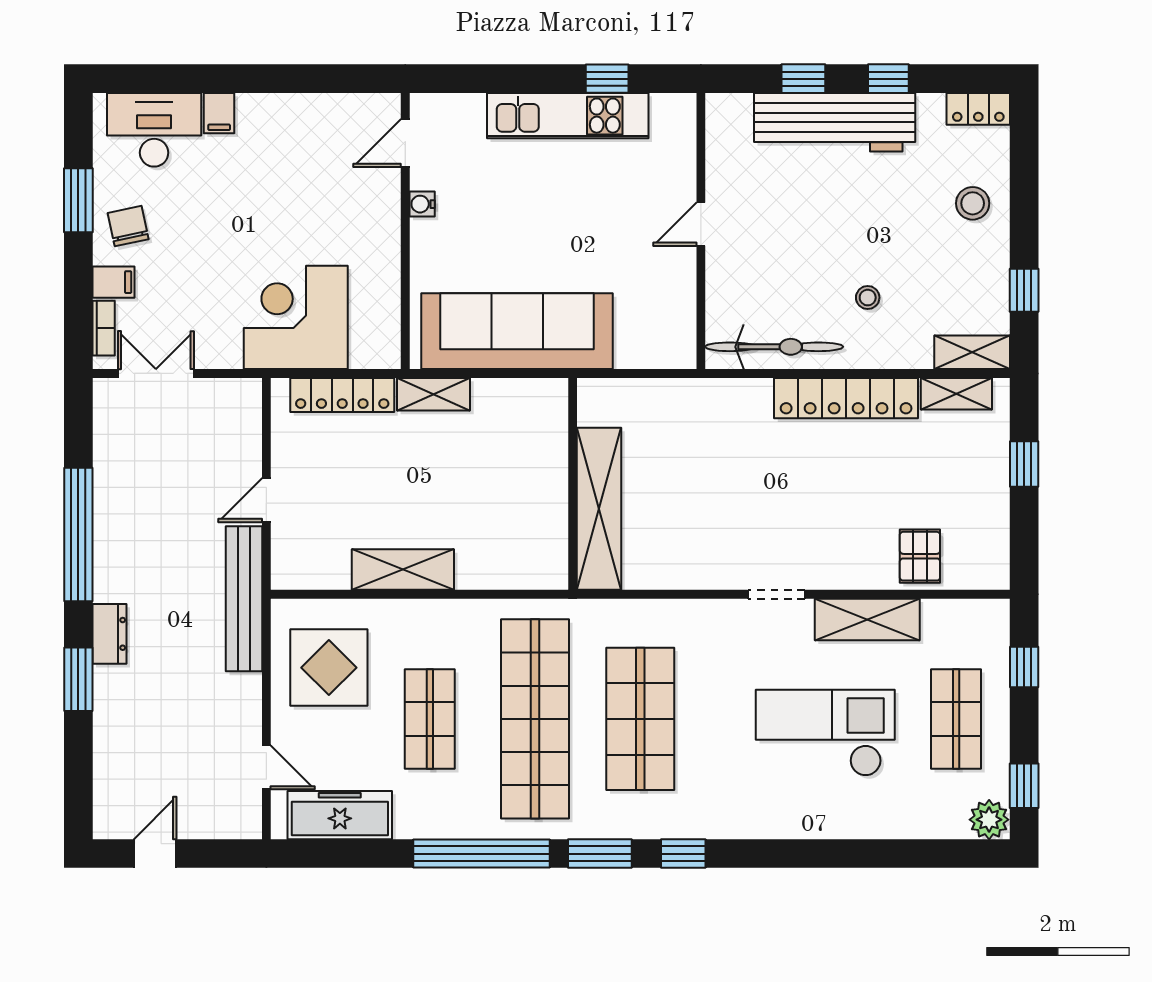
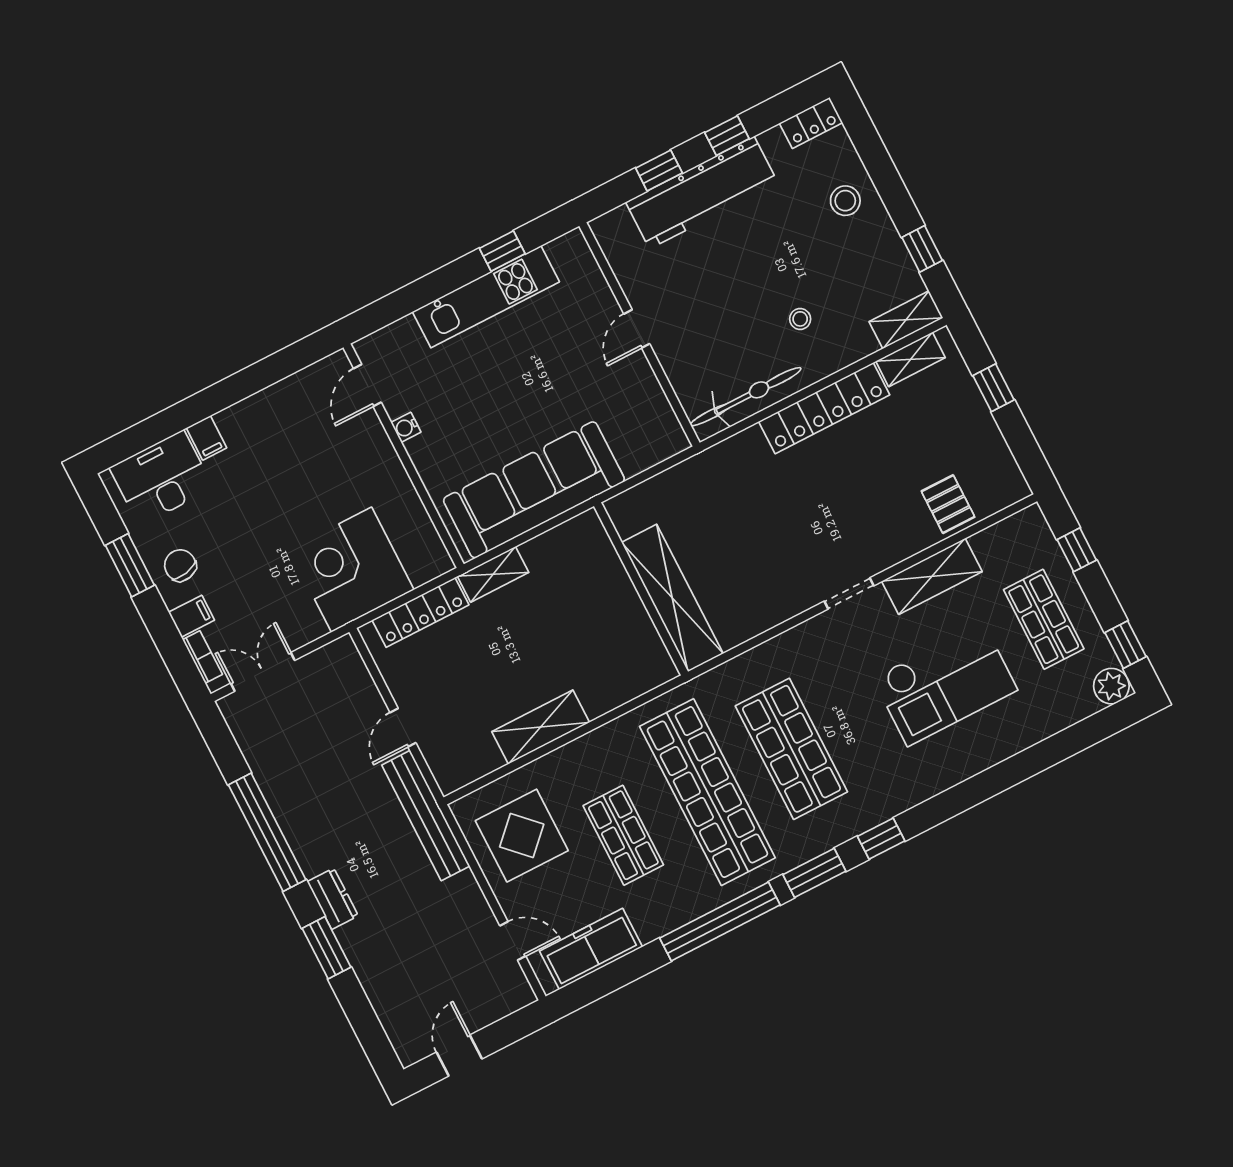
checkout: (825, 733) -> (945, 684), turned 180

